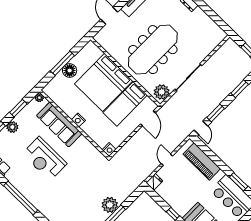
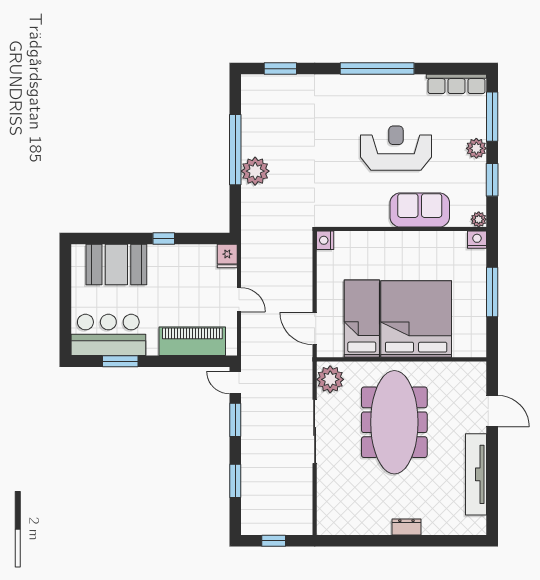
floor lamp: (70, 71) -> (474, 292), removed
nightstand: (78, 120) -> (477, 240), moved
sofa: (59, 125) -> (420, 210), width x0.73

